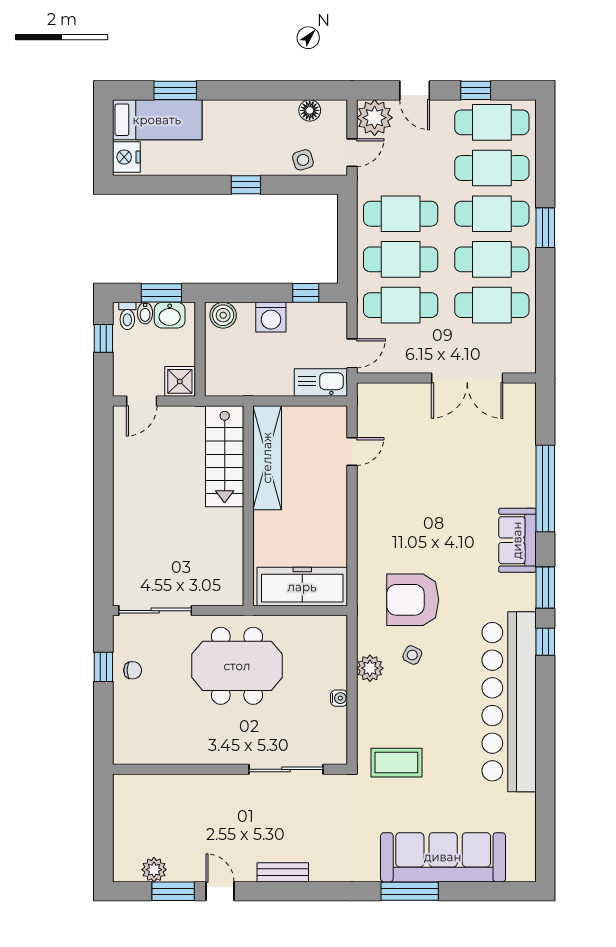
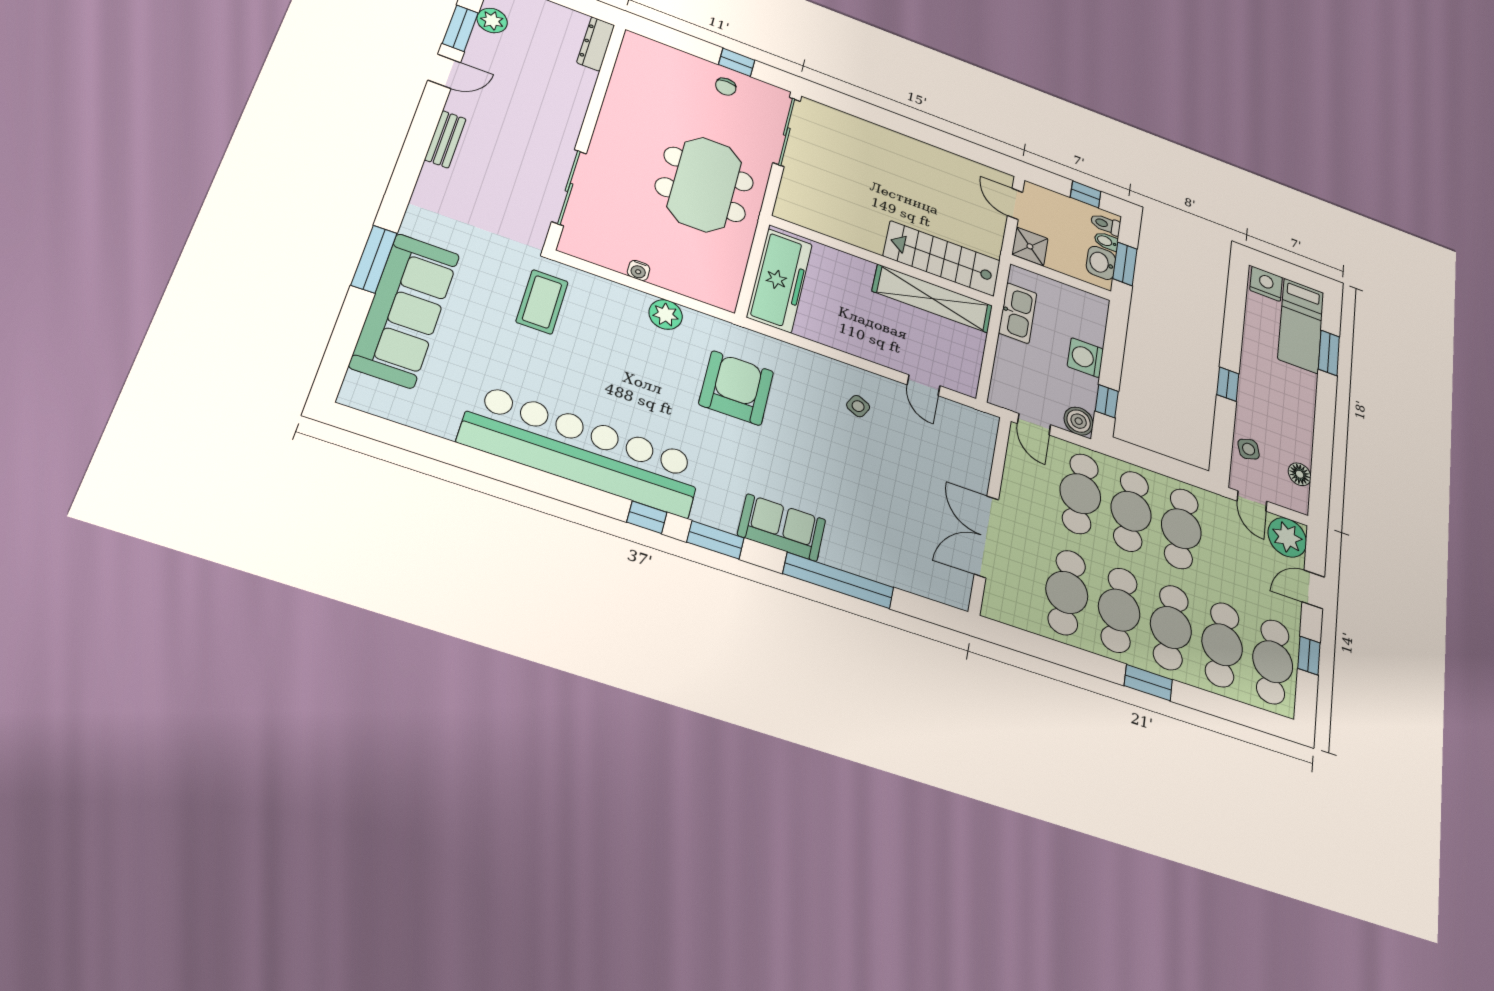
boiler: (223, 315) -> (1079, 421), moved
kitchen sink: (321, 383) -> (1018, 313), moved
side table: (412, 655) -> (858, 406), moved
dresser: (139, 784) -> (596, 44), added

